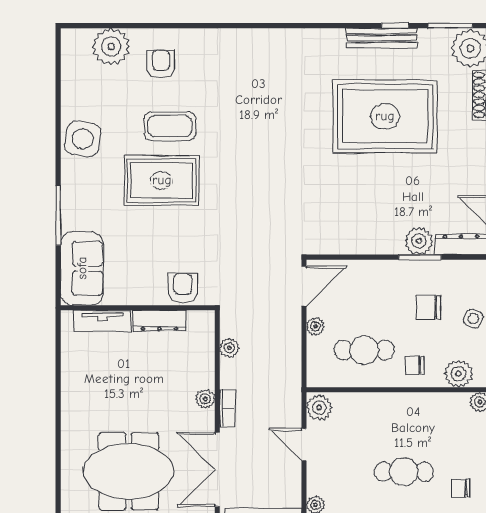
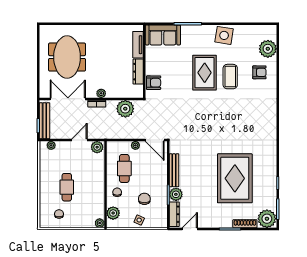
bench: (382, 38) -> (174, 170), moved
plant: (229, 348) -> (125, 109), width x1.87, depth x1.87

